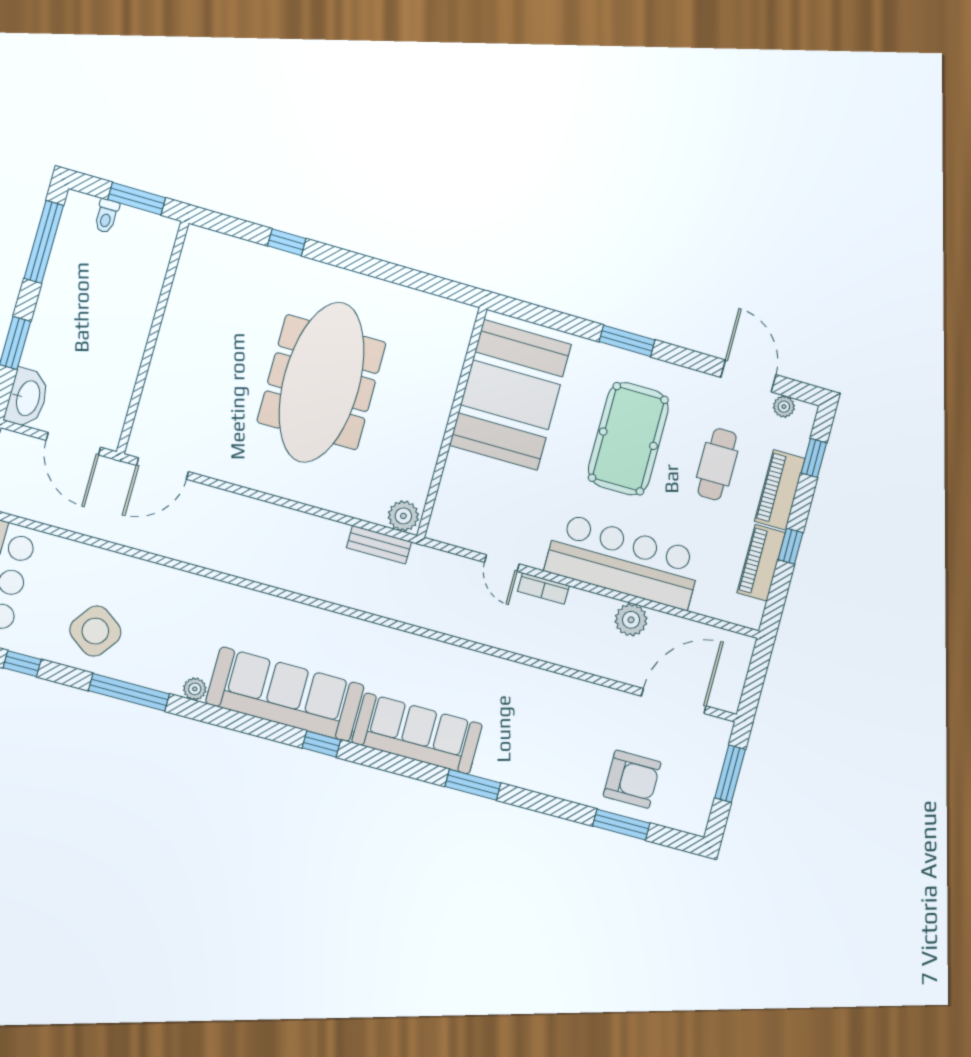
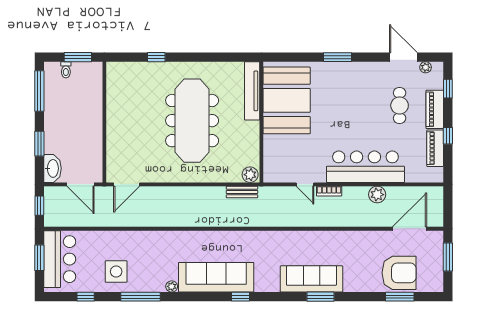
tv unit: (451, 358) -> (252, 91), added
pool table: (628, 439) -> (351, 105), removed
side table: (95, 631) -> (116, 272), turned -36
sofa: (417, 733) -> (311, 279), moved
armchair: (632, 779) -> (399, 273), width x1.36, depth x1.36

